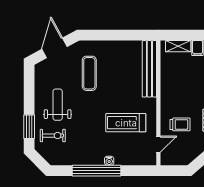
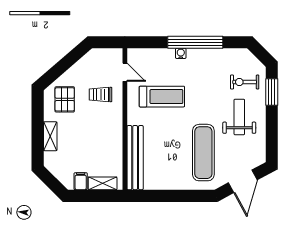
exercise mat: (89, 73) -> (203, 153), width x1.36, depth x1.45
weight bench: (58, 105) -> (239, 117), turned 180
door: (158, 144) -> (125, 72), swing flipped

